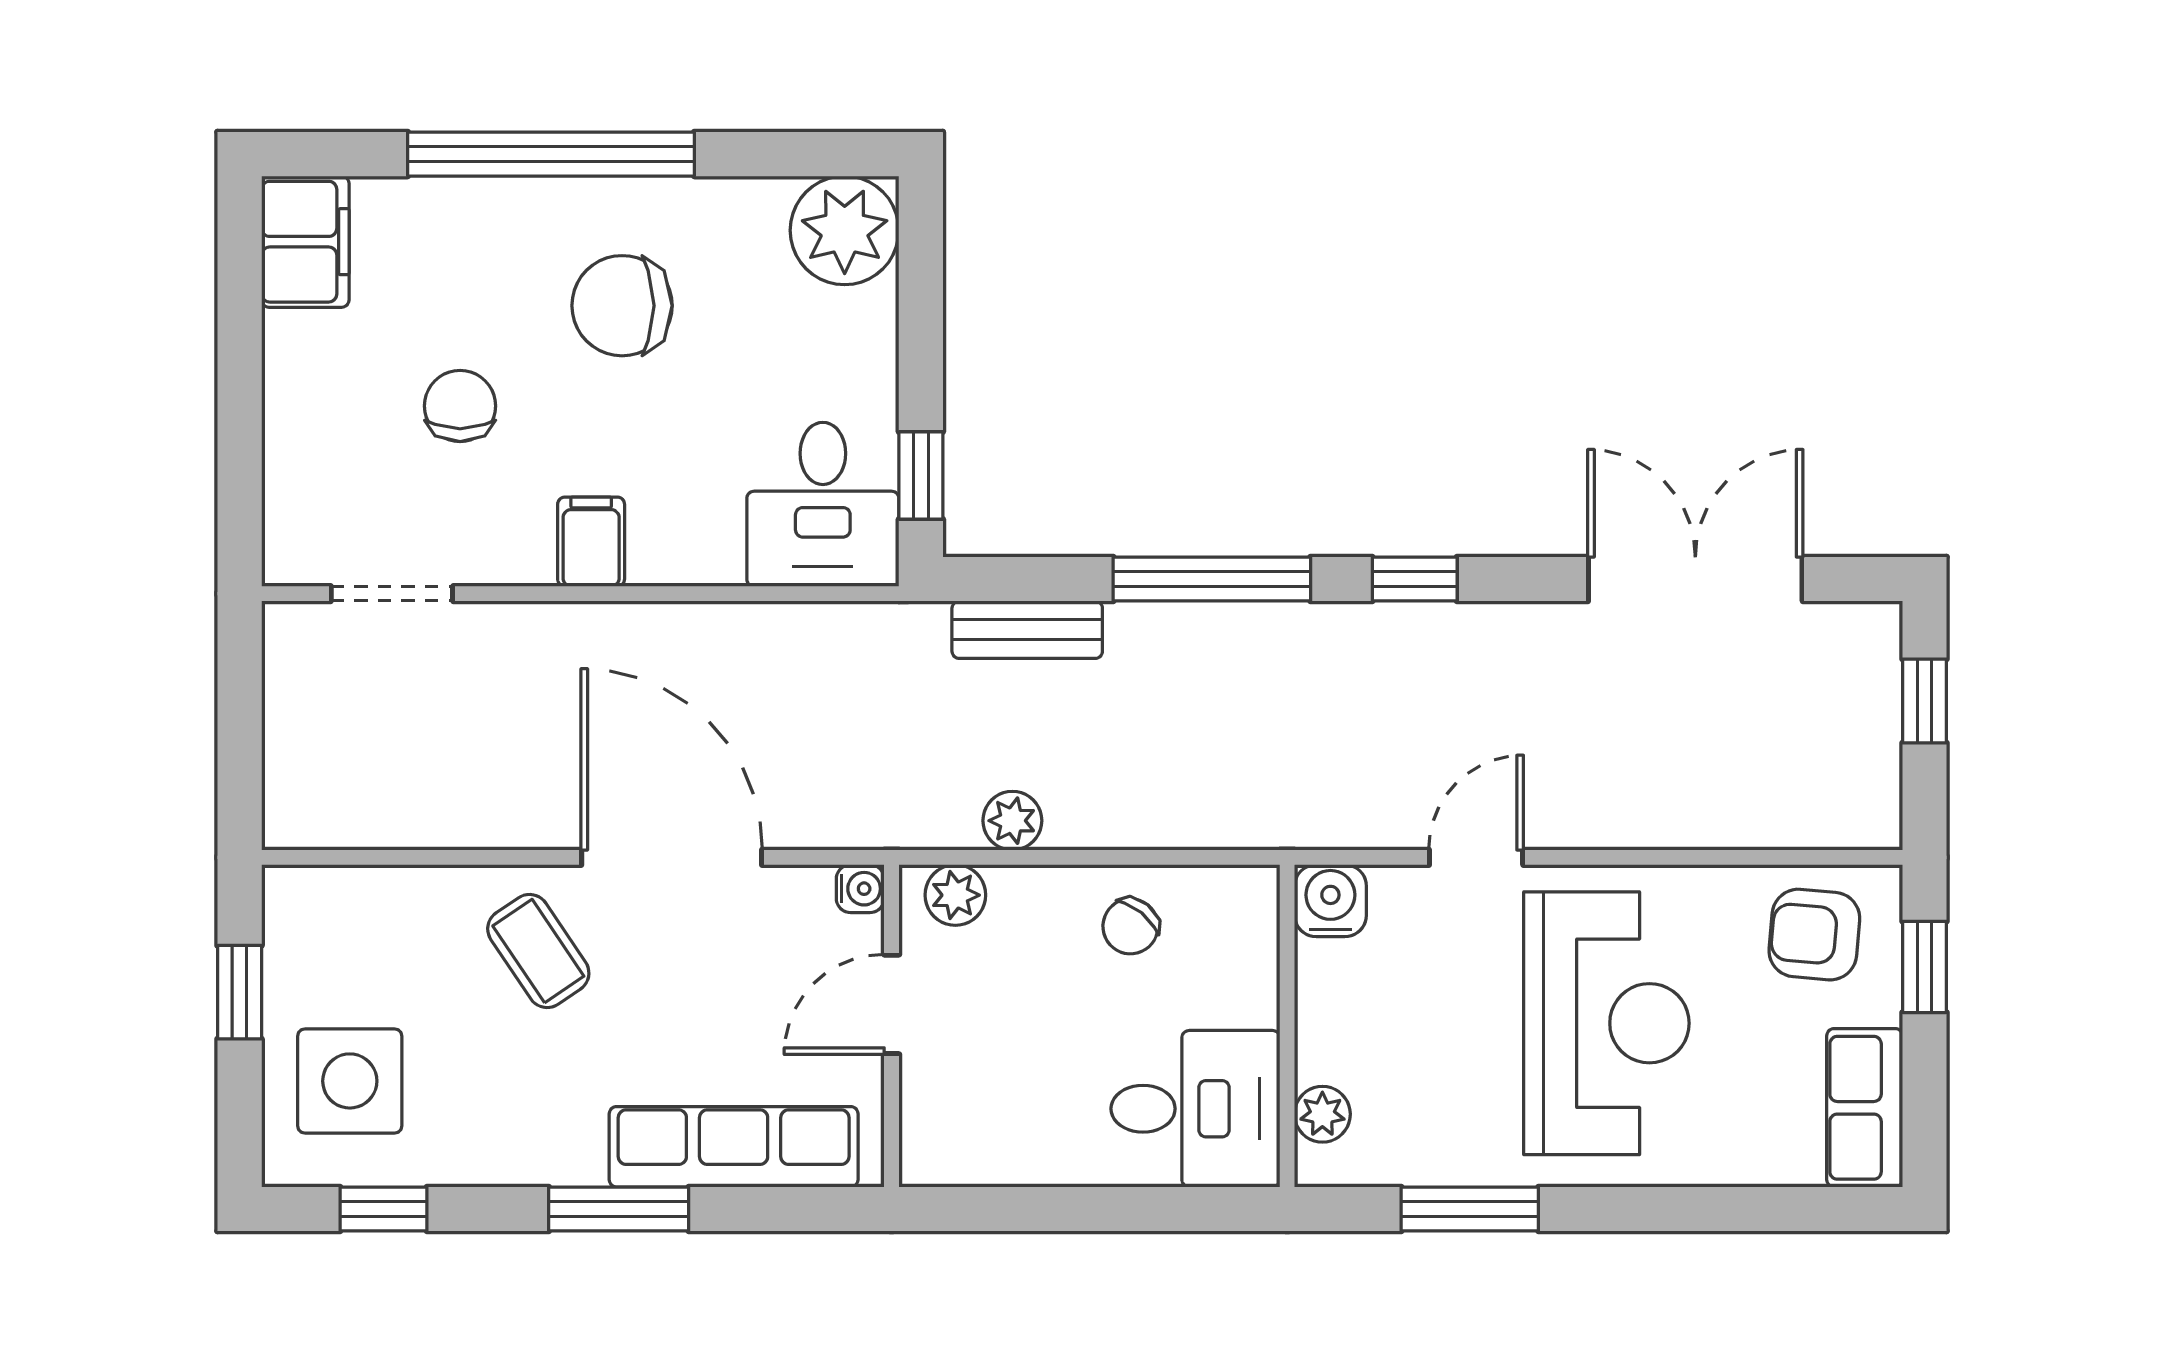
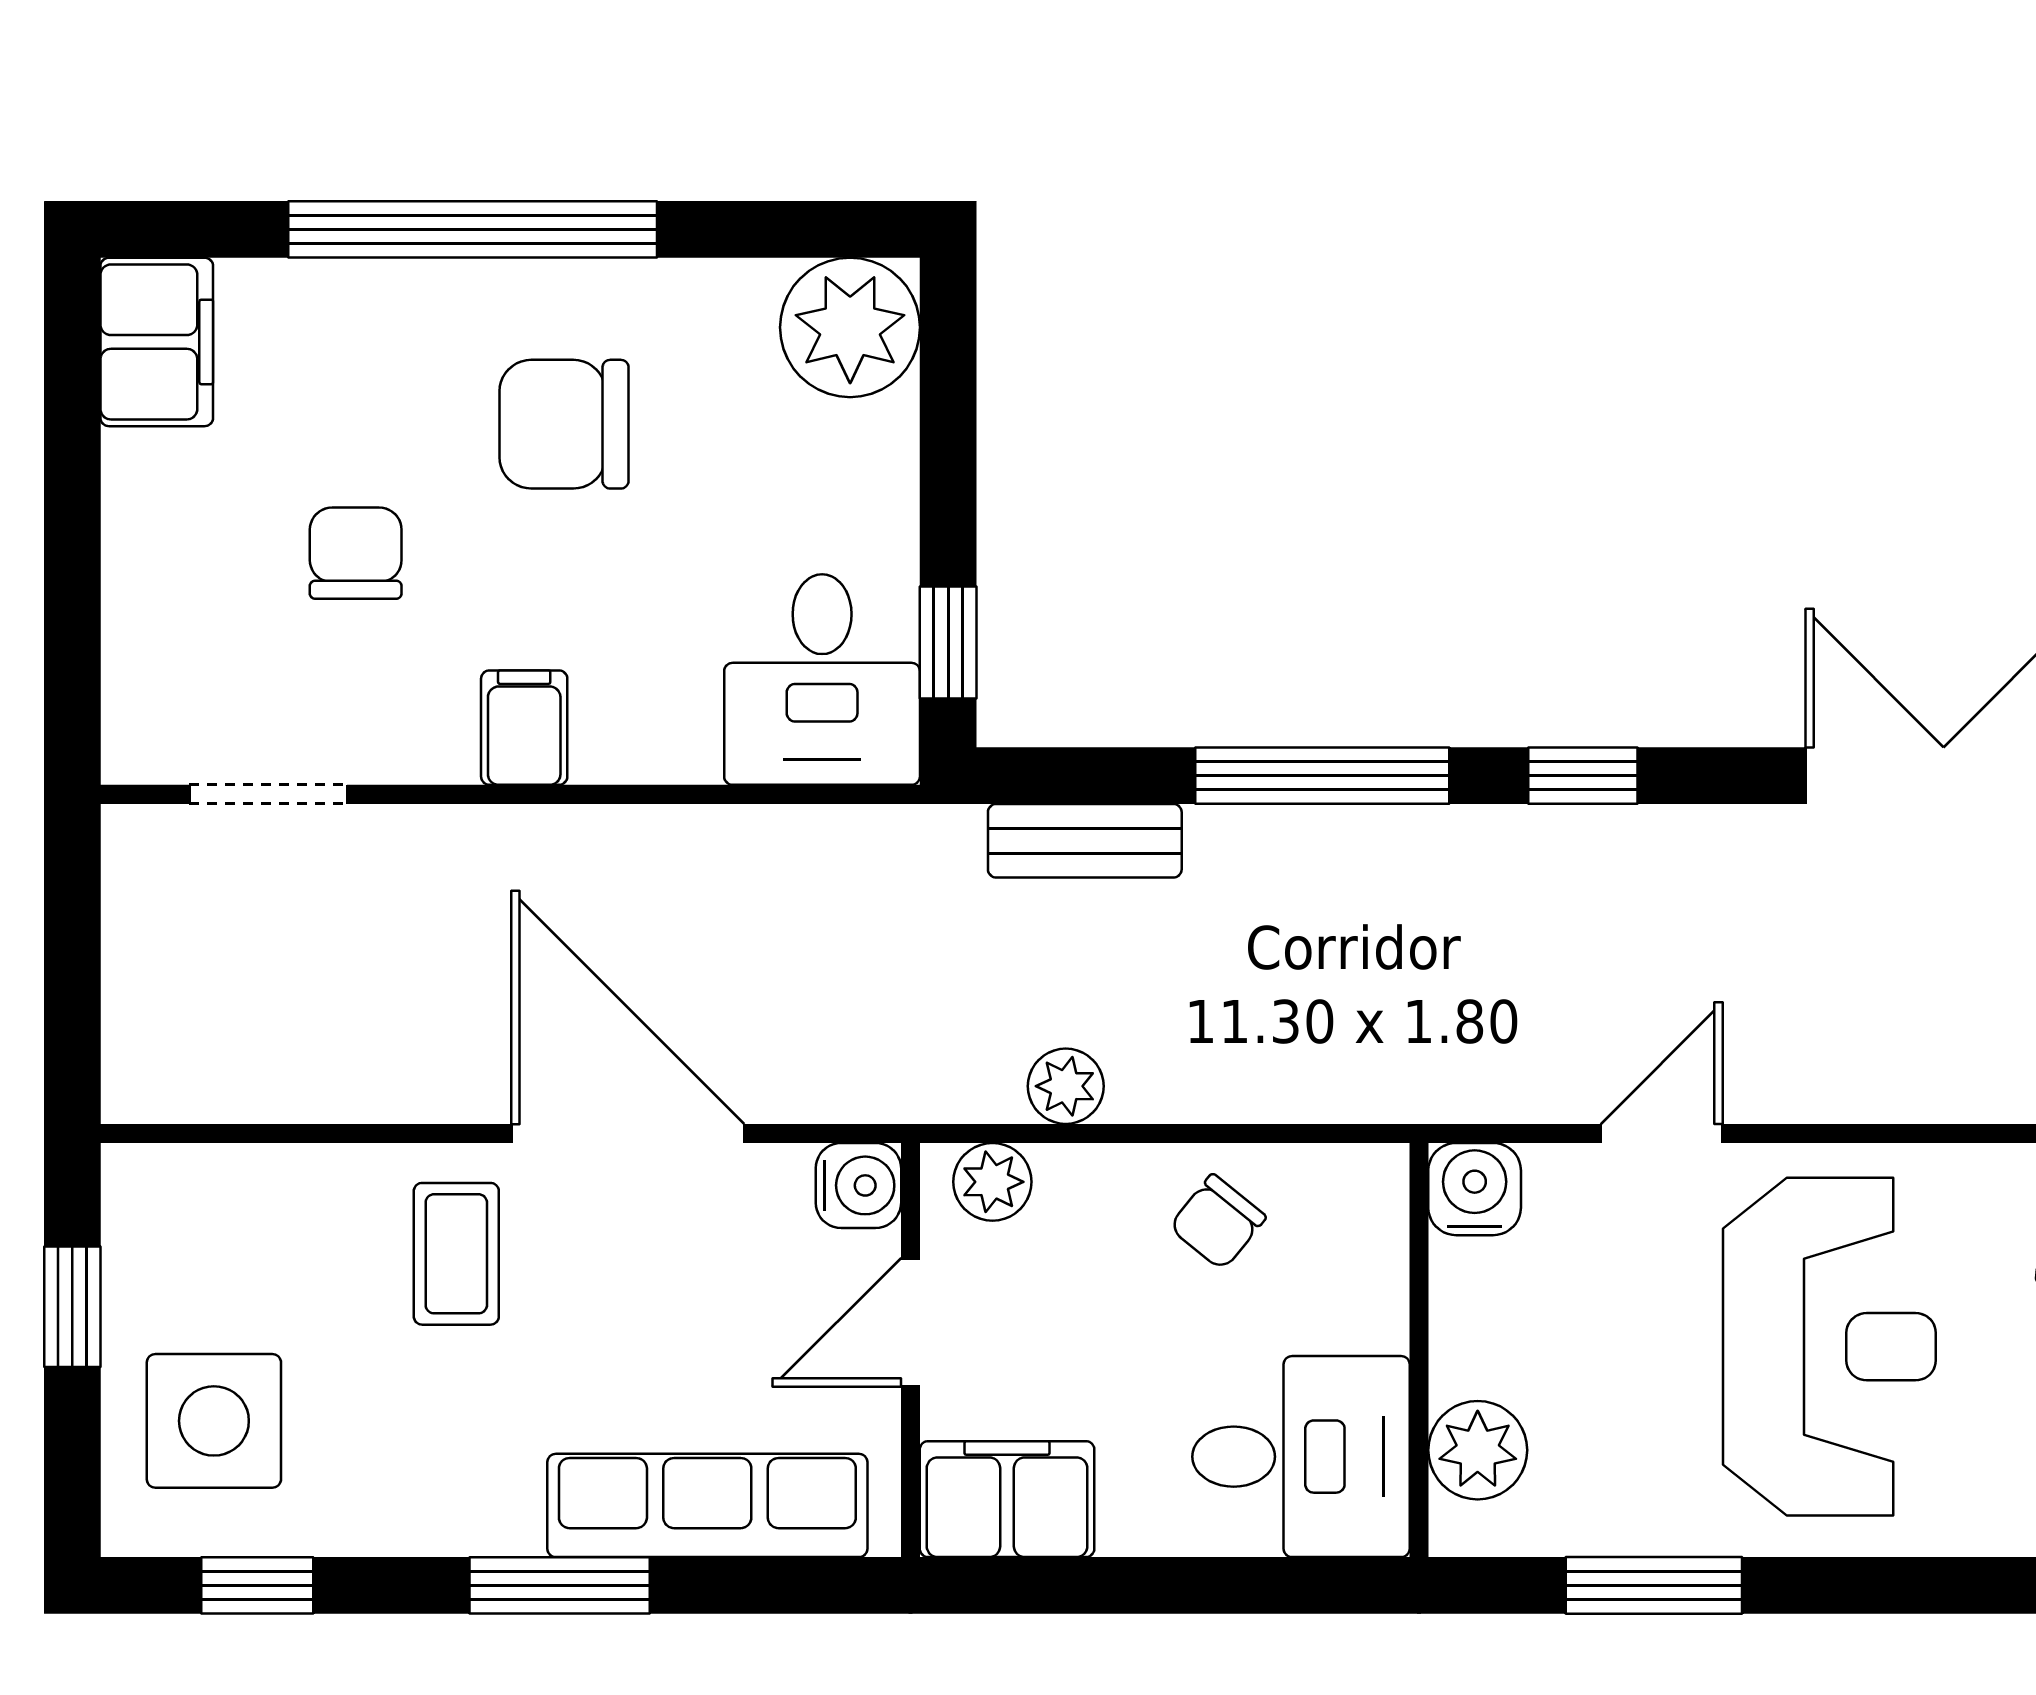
water cooler: (860, 889) -> (858, 1185), width x1.38, depth x1.38
coffee table: (538, 951) -> (456, 1254), turned 34
plant: (1322, 1114) -> (1478, 1450), width x1.38, depth x1.38
filing cabinet: (967, 1142) -> (1007, 1499), added

